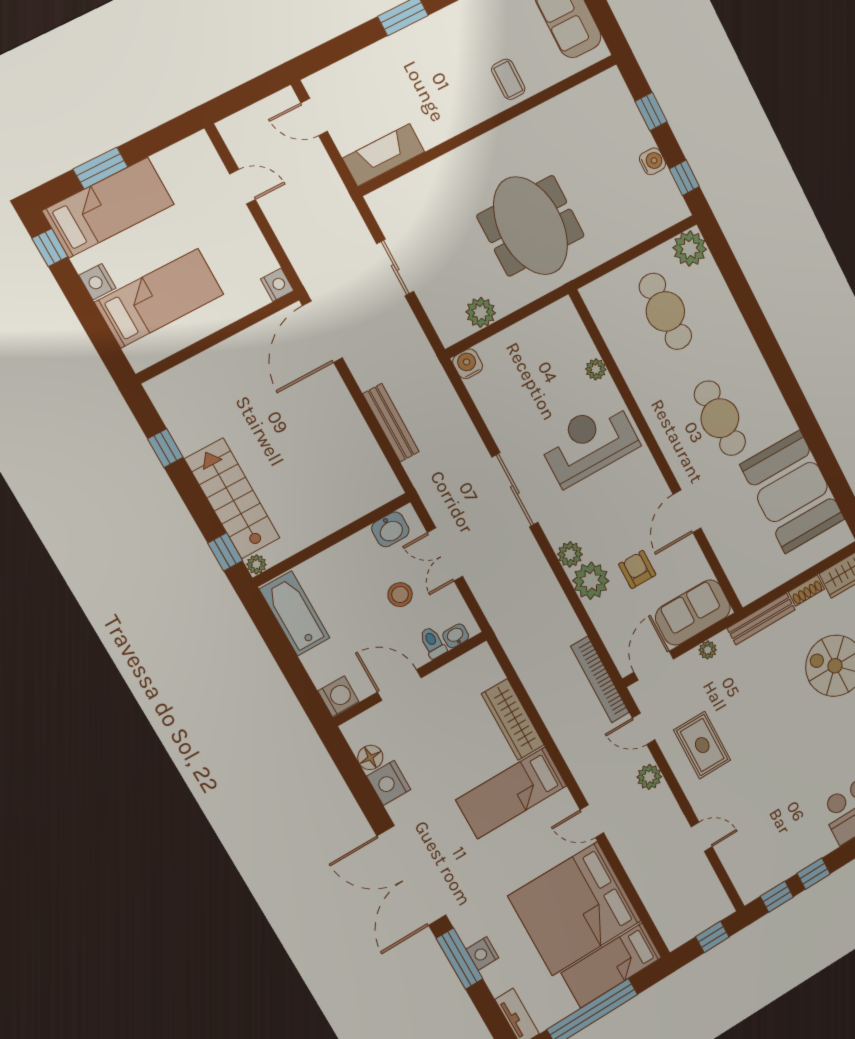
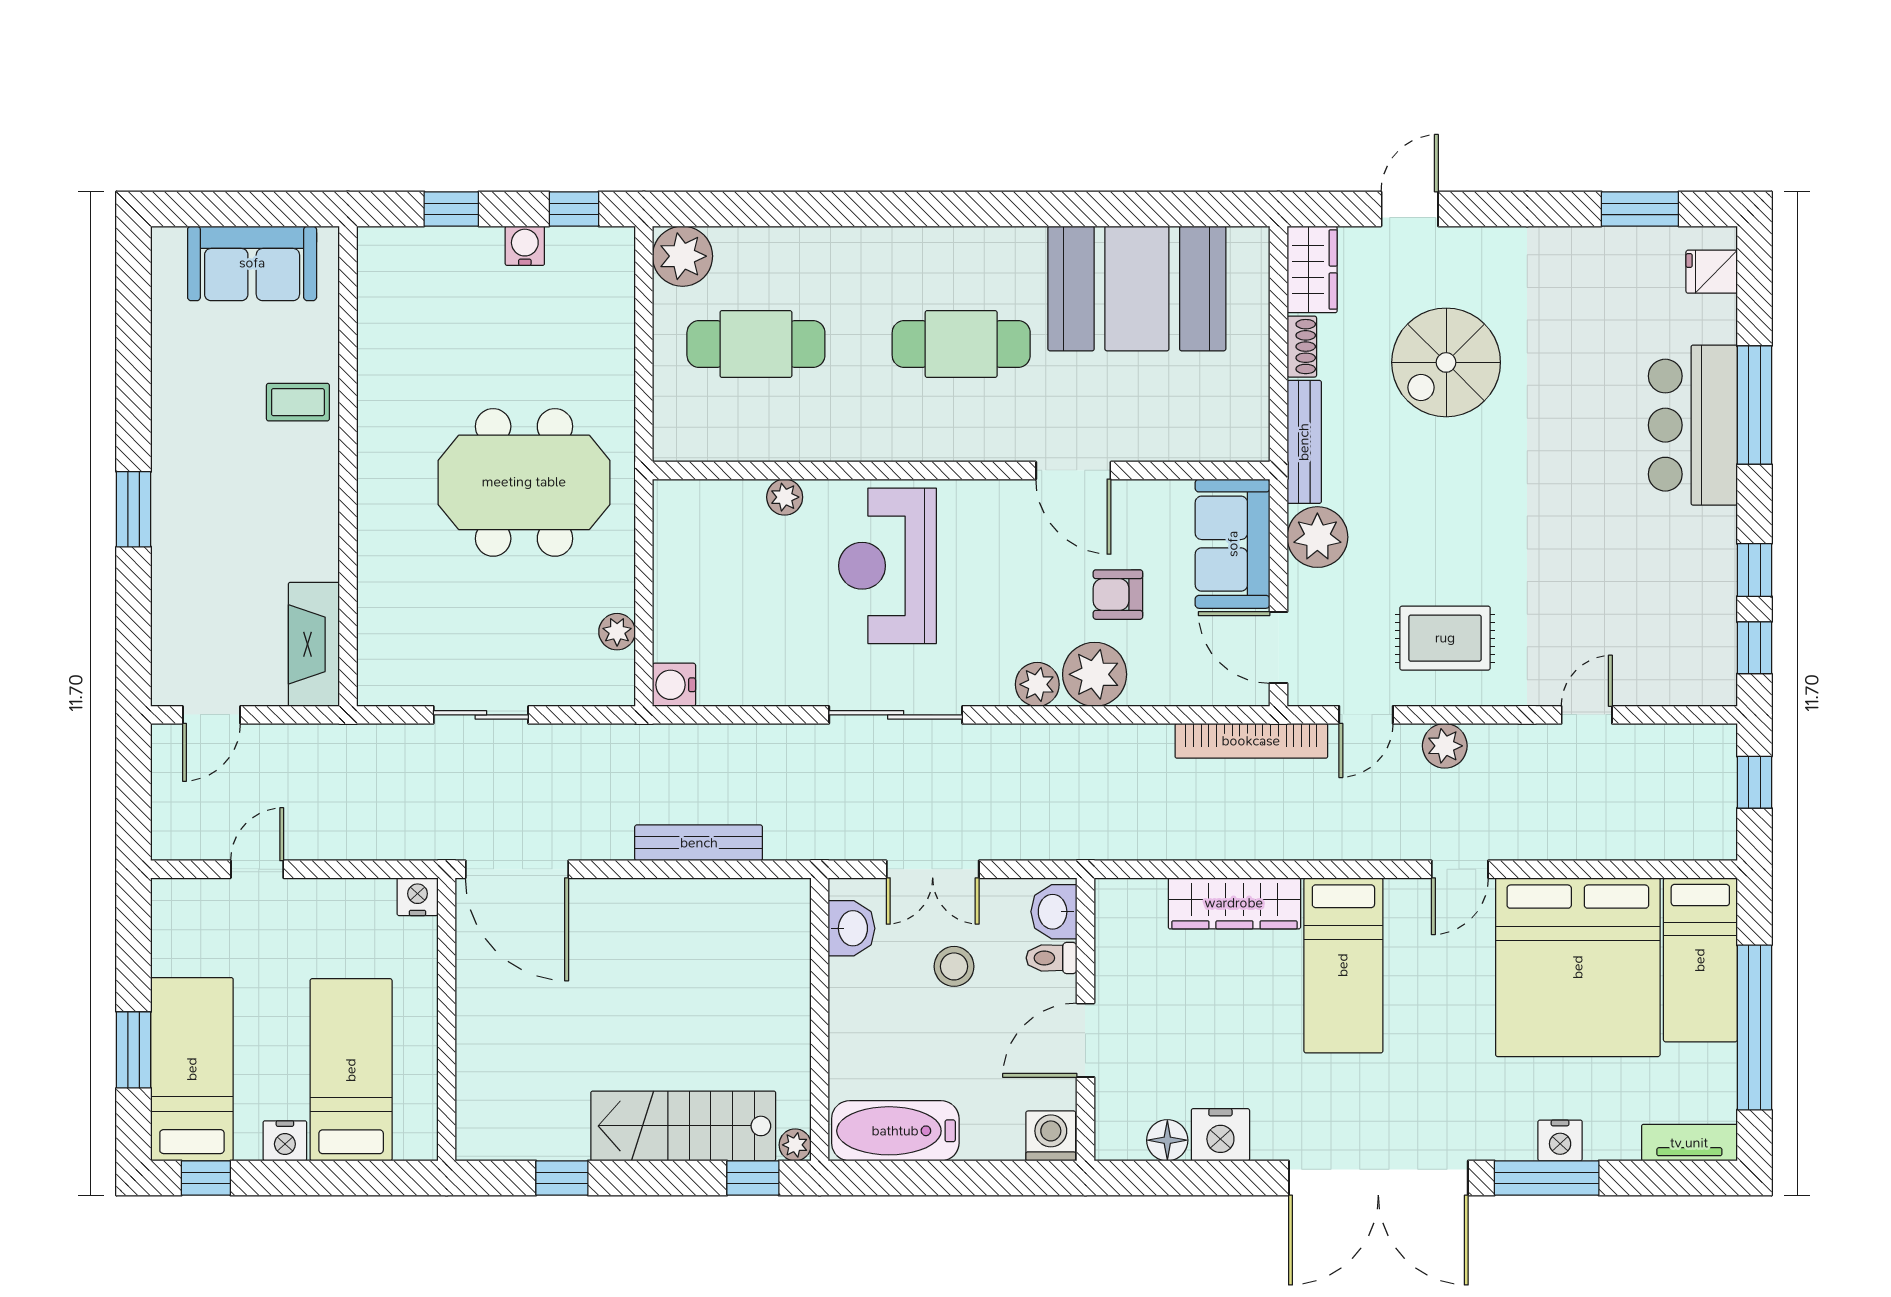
plant: (481, 312) -> (617, 632), width x0.73, depth x0.73
washbasin: (456, 636) -> (1054, 912), width x1.38, depth x1.45
plant: (708, 650) -> (1317, 537), width x1.87, depth x1.87

